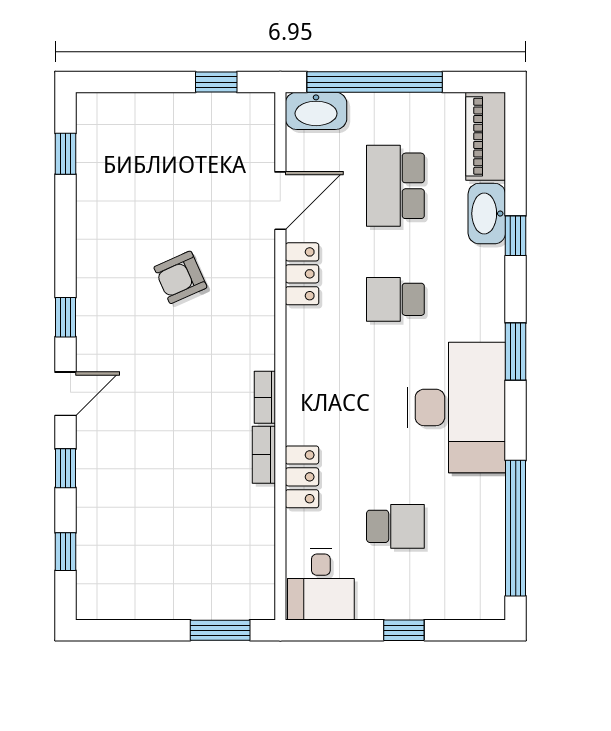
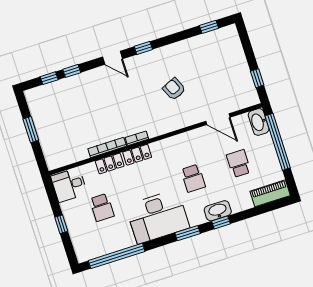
school desk: (395, 186) -> (239, 164), width x0.54
washbasin: (487, 214) -> (218, 211), moved
window: (516, 236) -> (221, 222), moved
locker: (302, 274) -> (137, 155), moved
school desk: (395, 299) -> (193, 178), turned 180
bookcase: (264, 455) -> (107, 147), width x1.56
window: (66, 468) -> (72, 71), moved
window: (220, 630) -> (31, 130), moved

